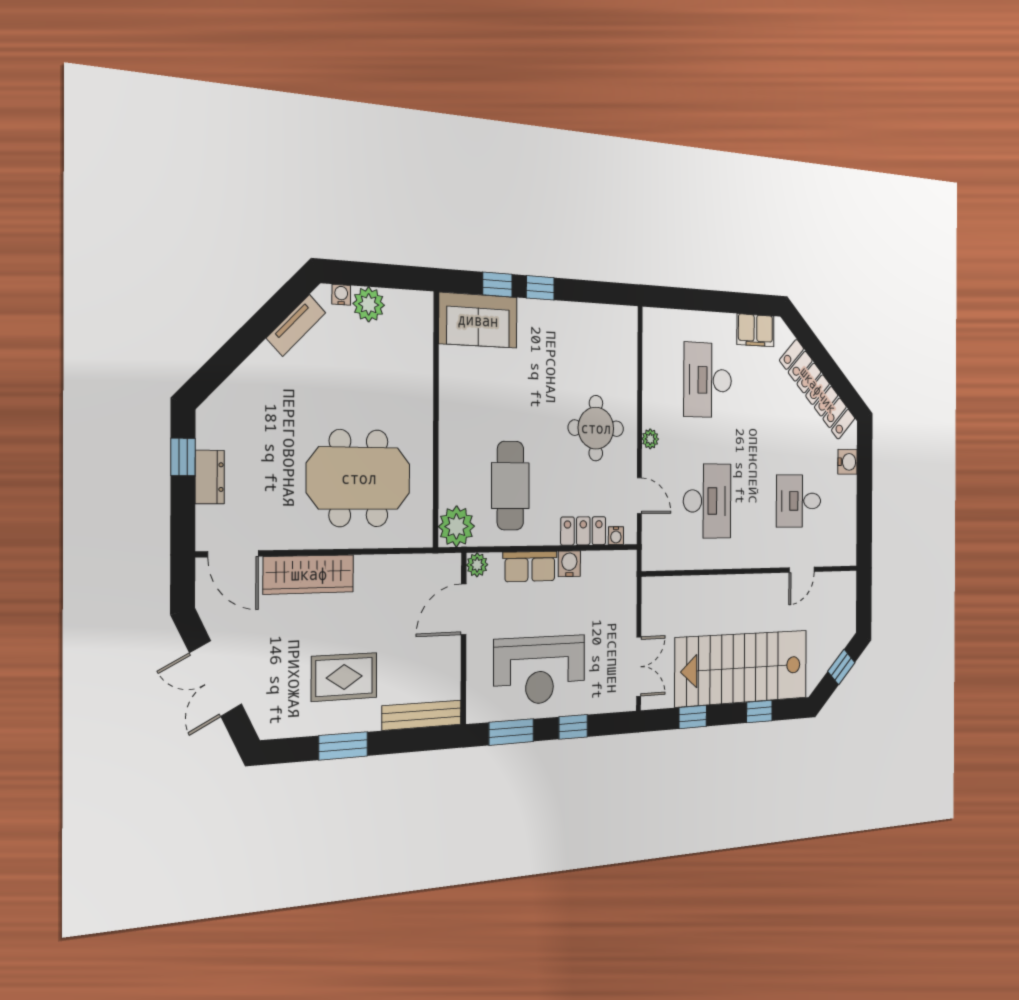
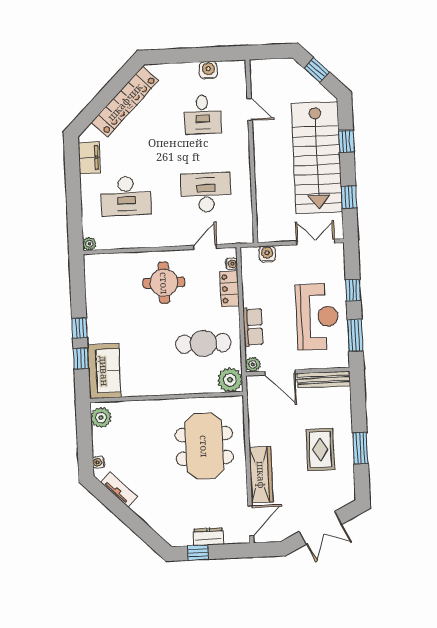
plant: (369, 304) -> (101, 418), moved
plant: (650, 439) -> (89, 244), moved
water cooler: (848, 462) -> (208, 70), moved
water cooler: (569, 564) -> (267, 254), moved, turned 90
bench: (422, 715) -> (324, 380), moved, turned 90

